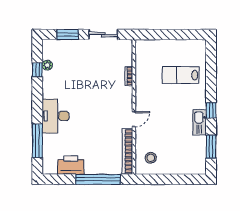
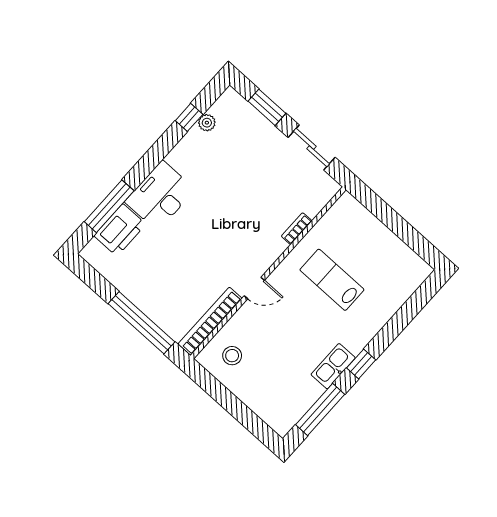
lab bench: (181, 75) -> (332, 280), moved
window: (211, 147) -> (320, 410), width x1.44
printer: (71, 165) -> (120, 230), moved, turned 90

